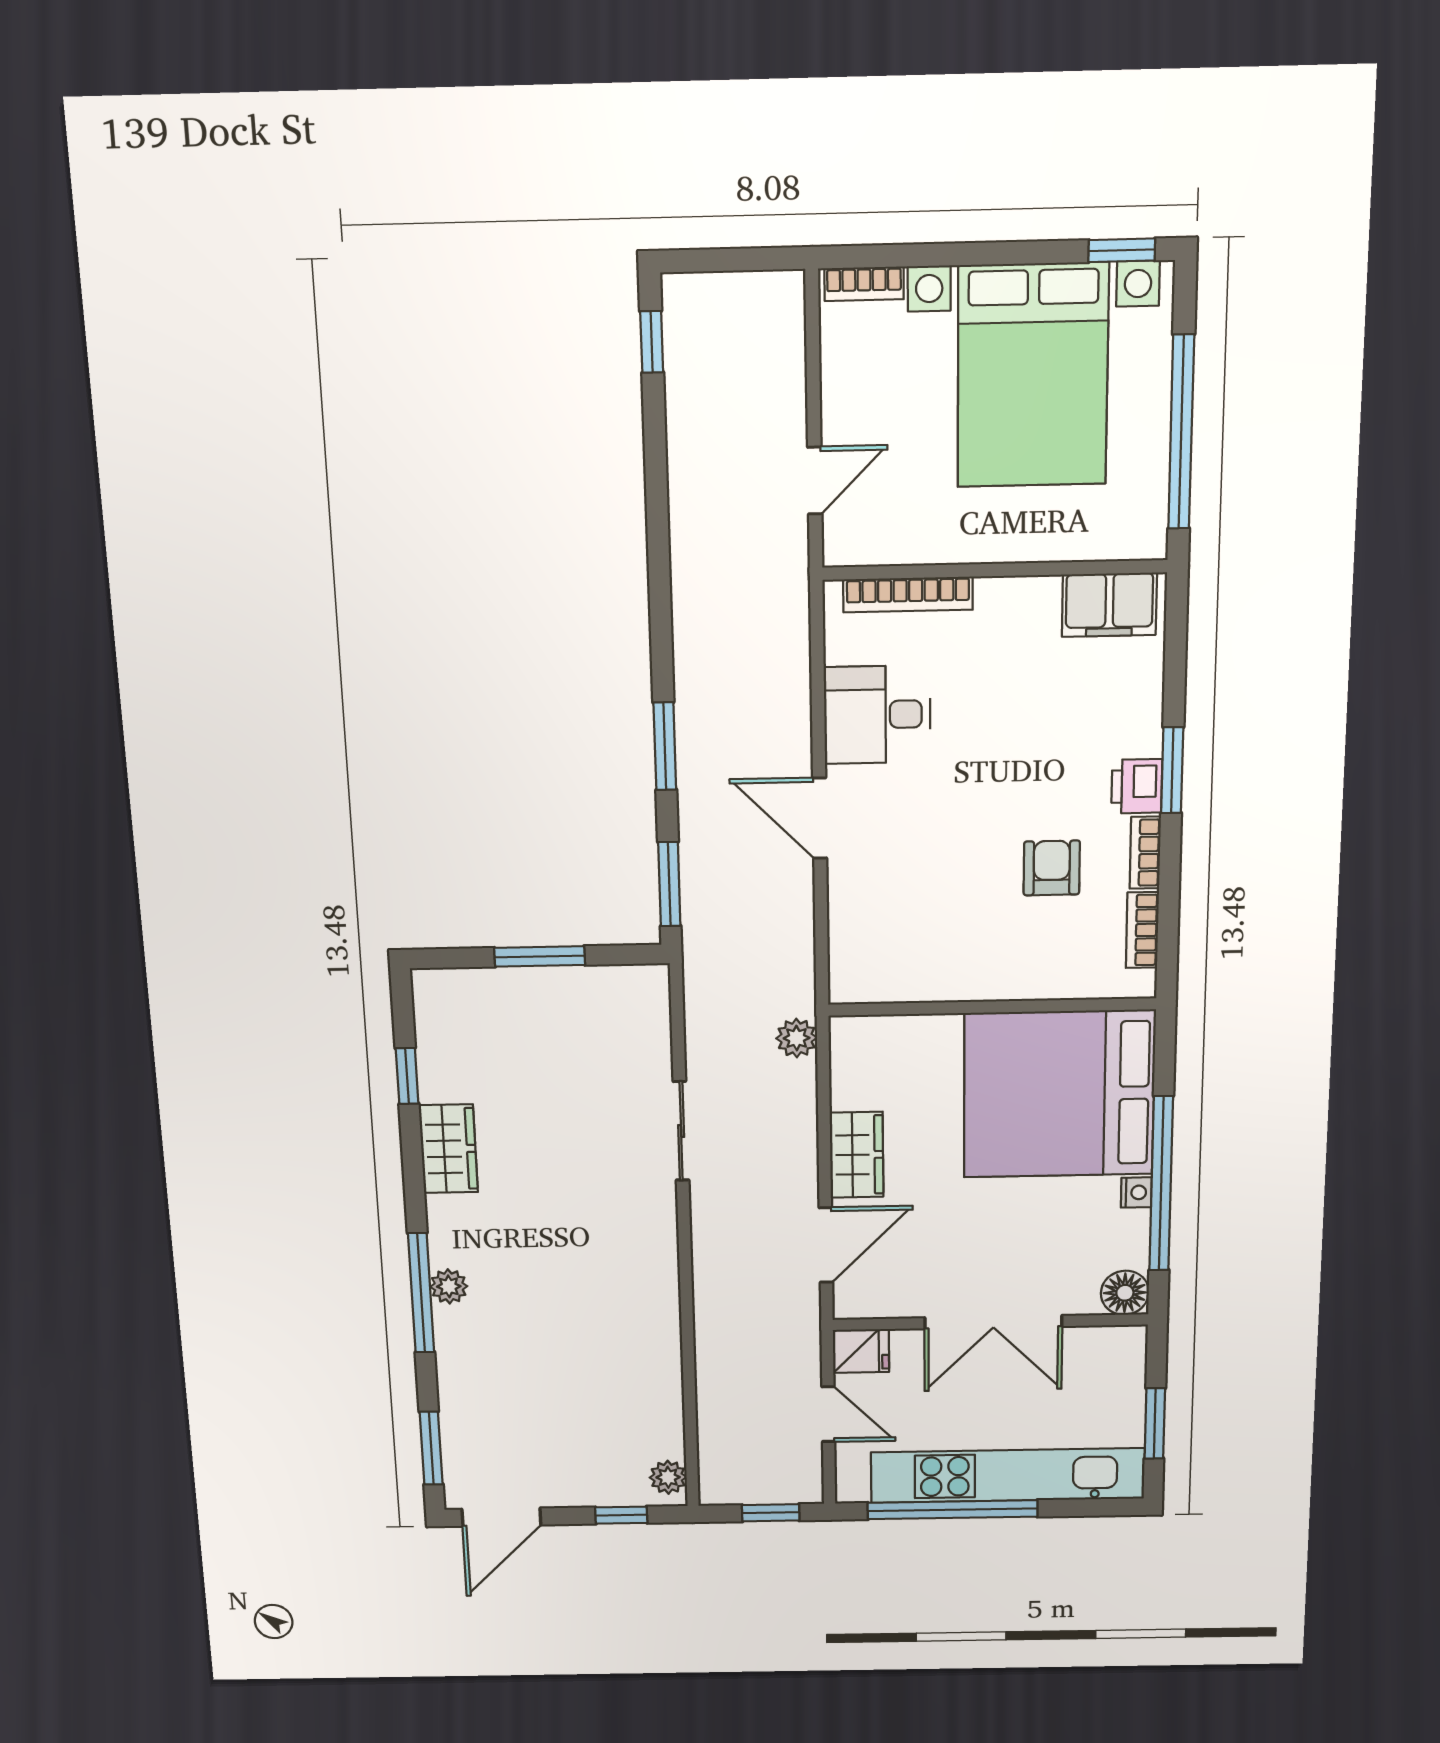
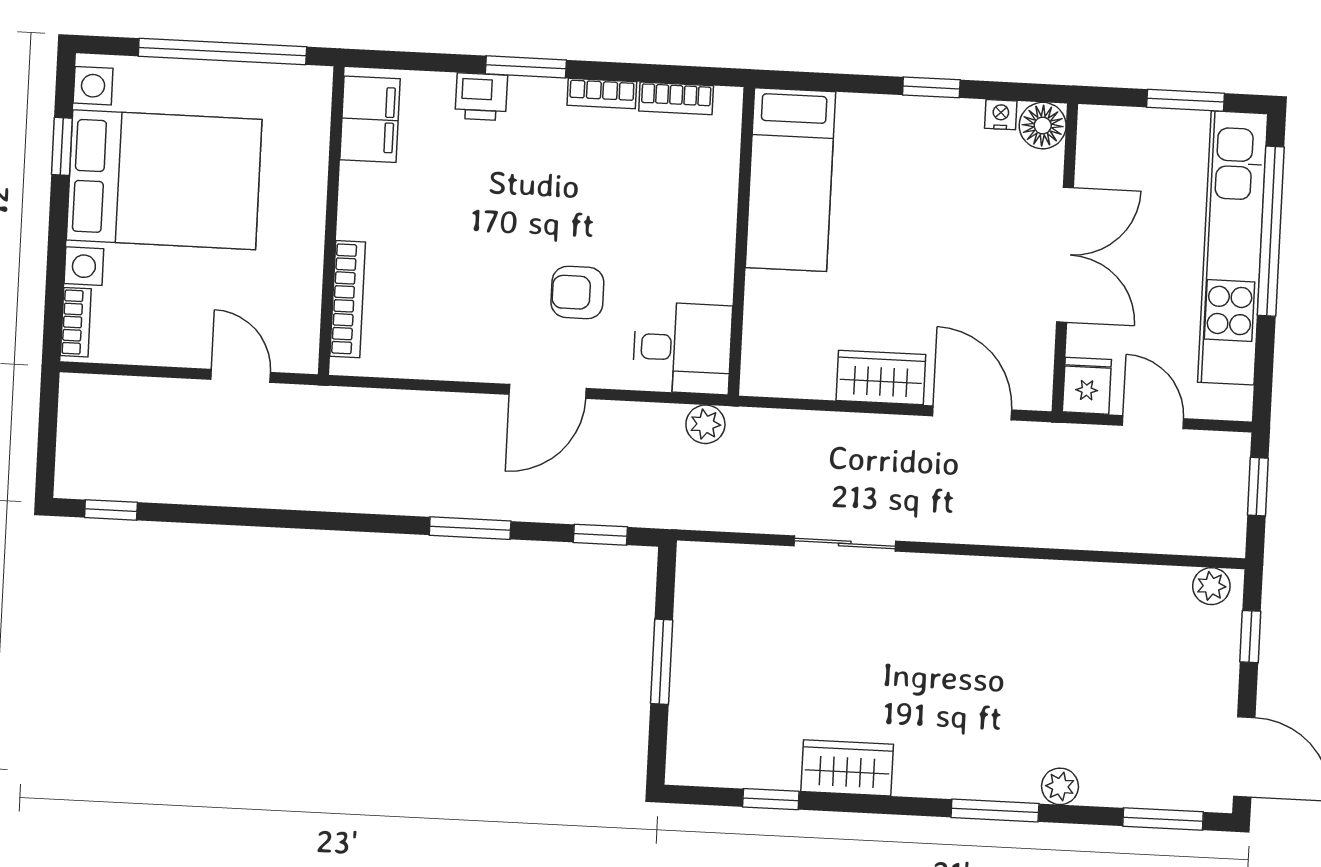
window: (1122, 250) -> (62, 146), moved
desk: (877, 715) -> (682, 348), moved, turned -90
printer: (1137, 786) -> (481, 97), moved
armchair: (1052, 868) -> (577, 292), moved
window: (669, 884) -> (600, 535), width x0.67
plant: (797, 1038) -> (705, 424), moved
bed: (1059, 1094) -> (791, 180), width x0.49
window: (1161, 1184) -> (931, 87), width x0.32
nightstand: (1136, 1192) -> (1001, 115), moved
plant: (449, 1286) -> (1060, 786), moved
window: (421, 1293) -> (995, 811), width x0.69
door: (828, 1414) -> (1153, 422), hinge flipped
window: (953, 1510) -> (1271, 231), moved

